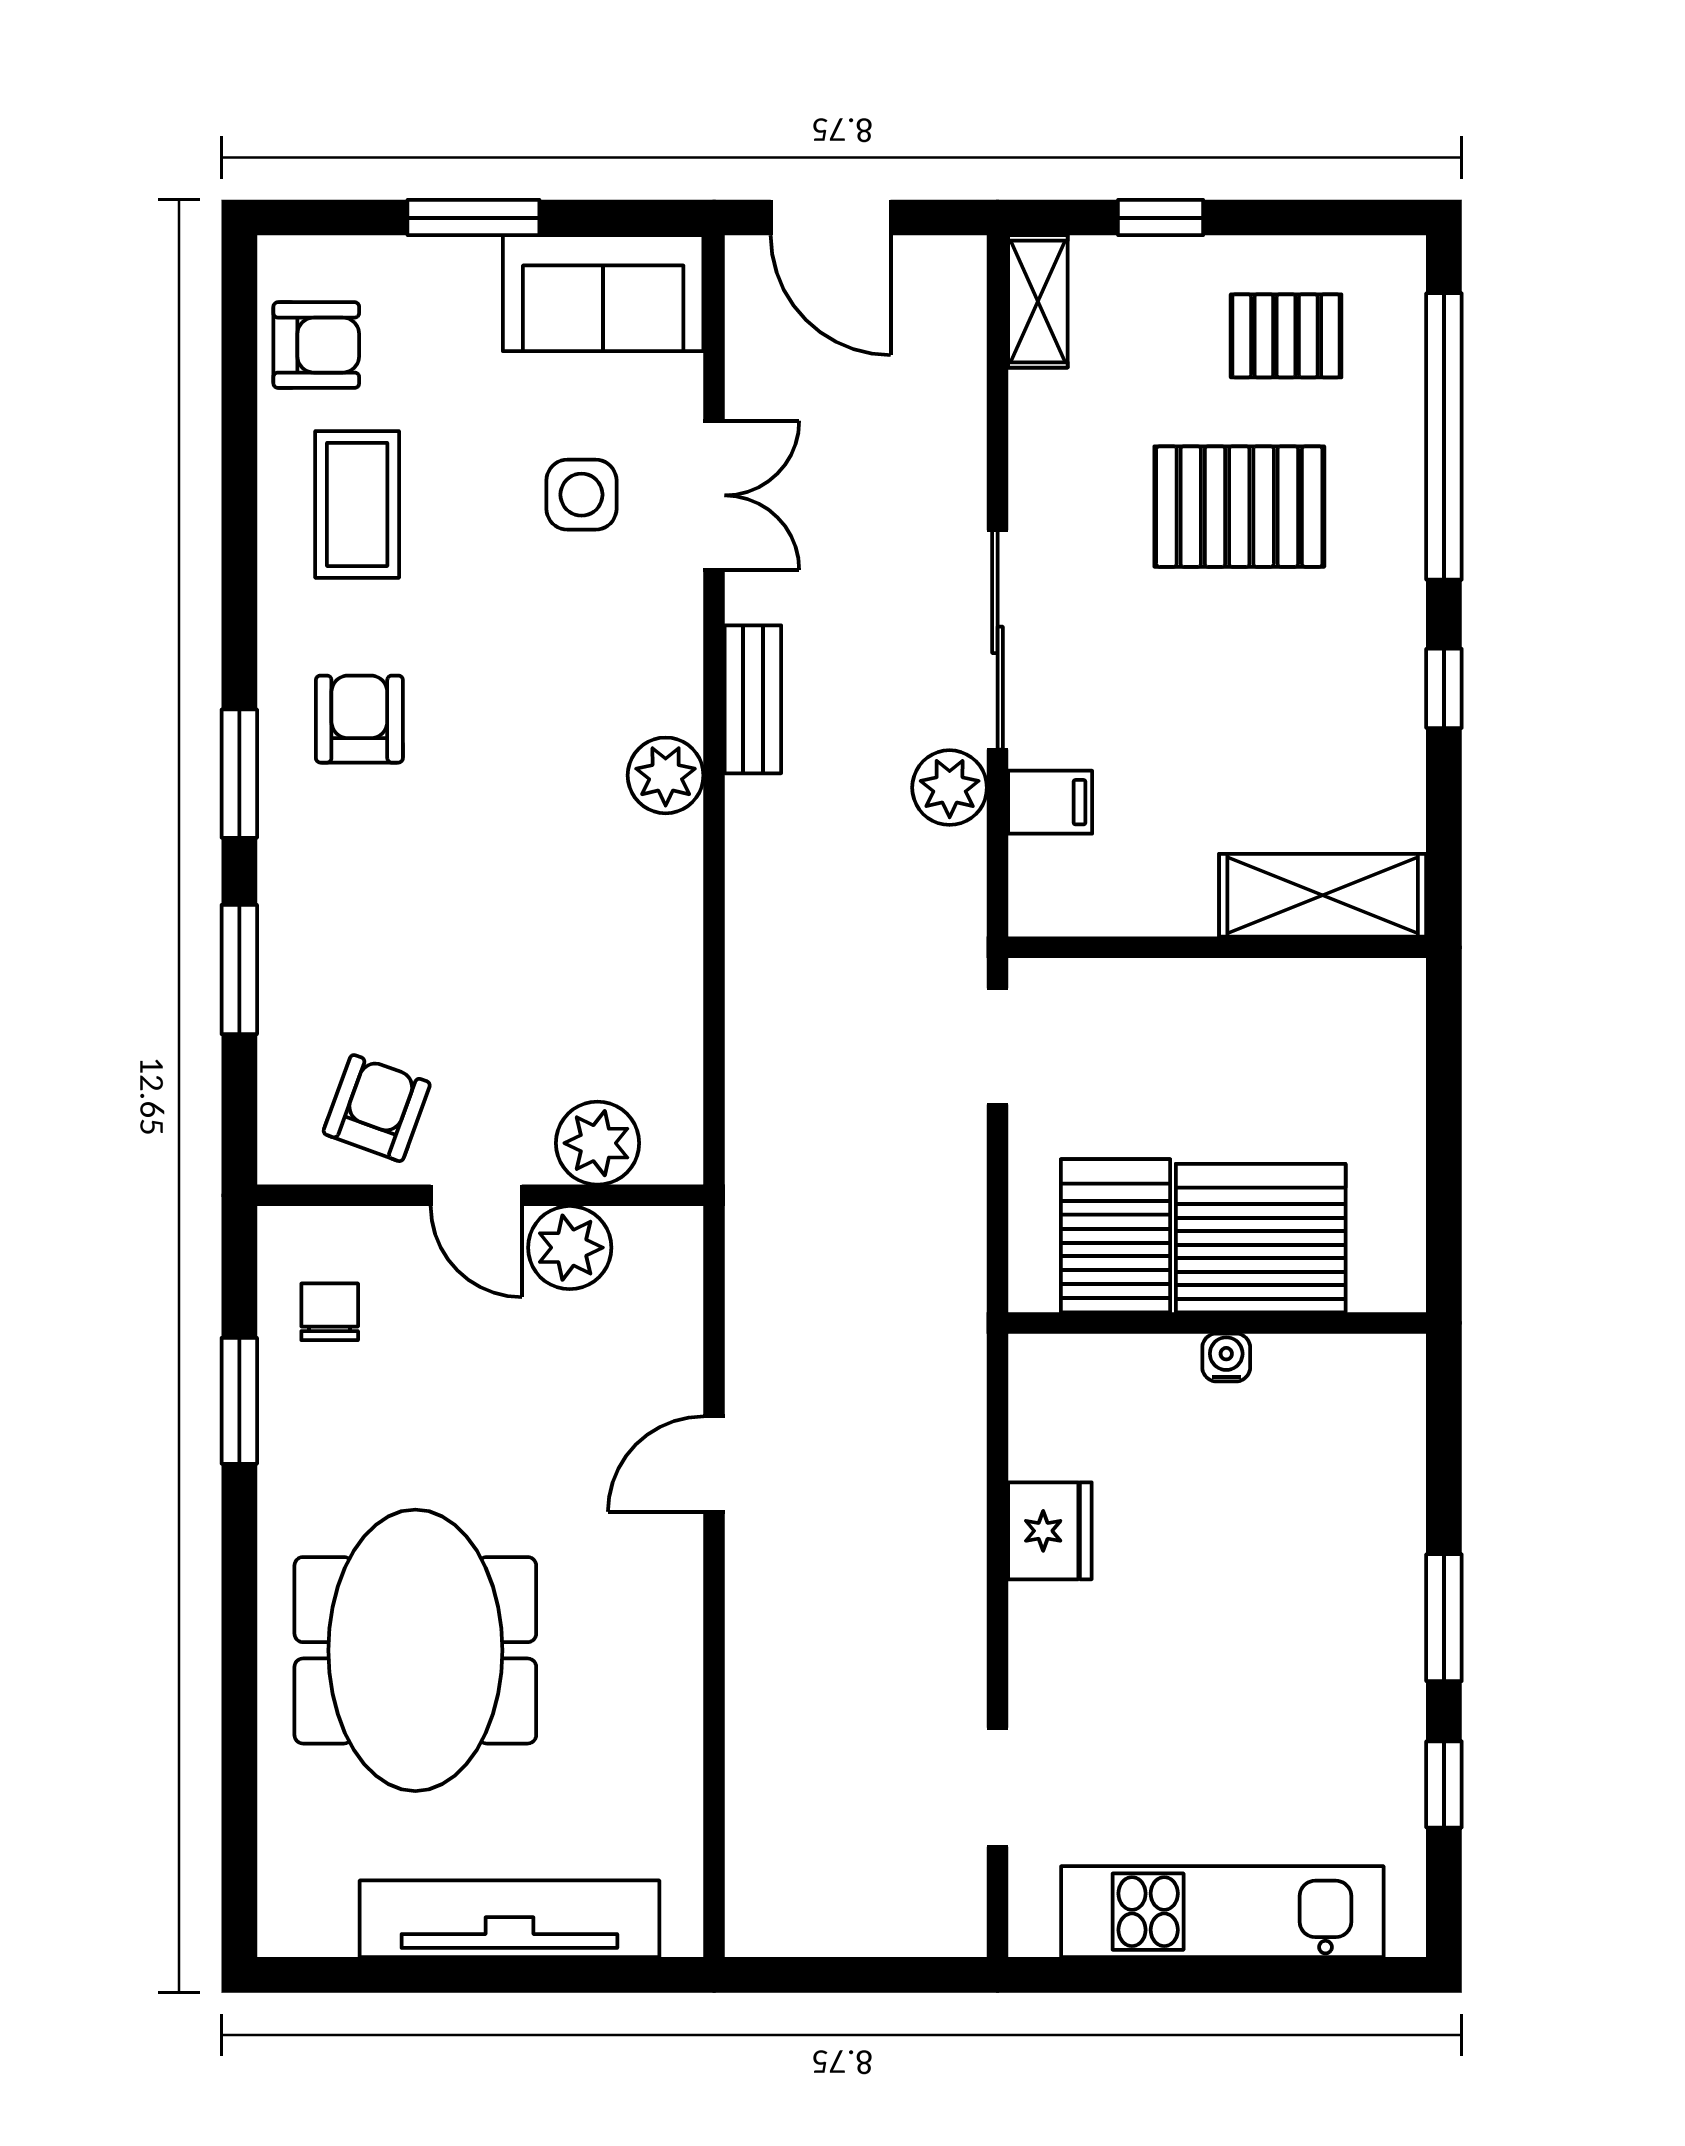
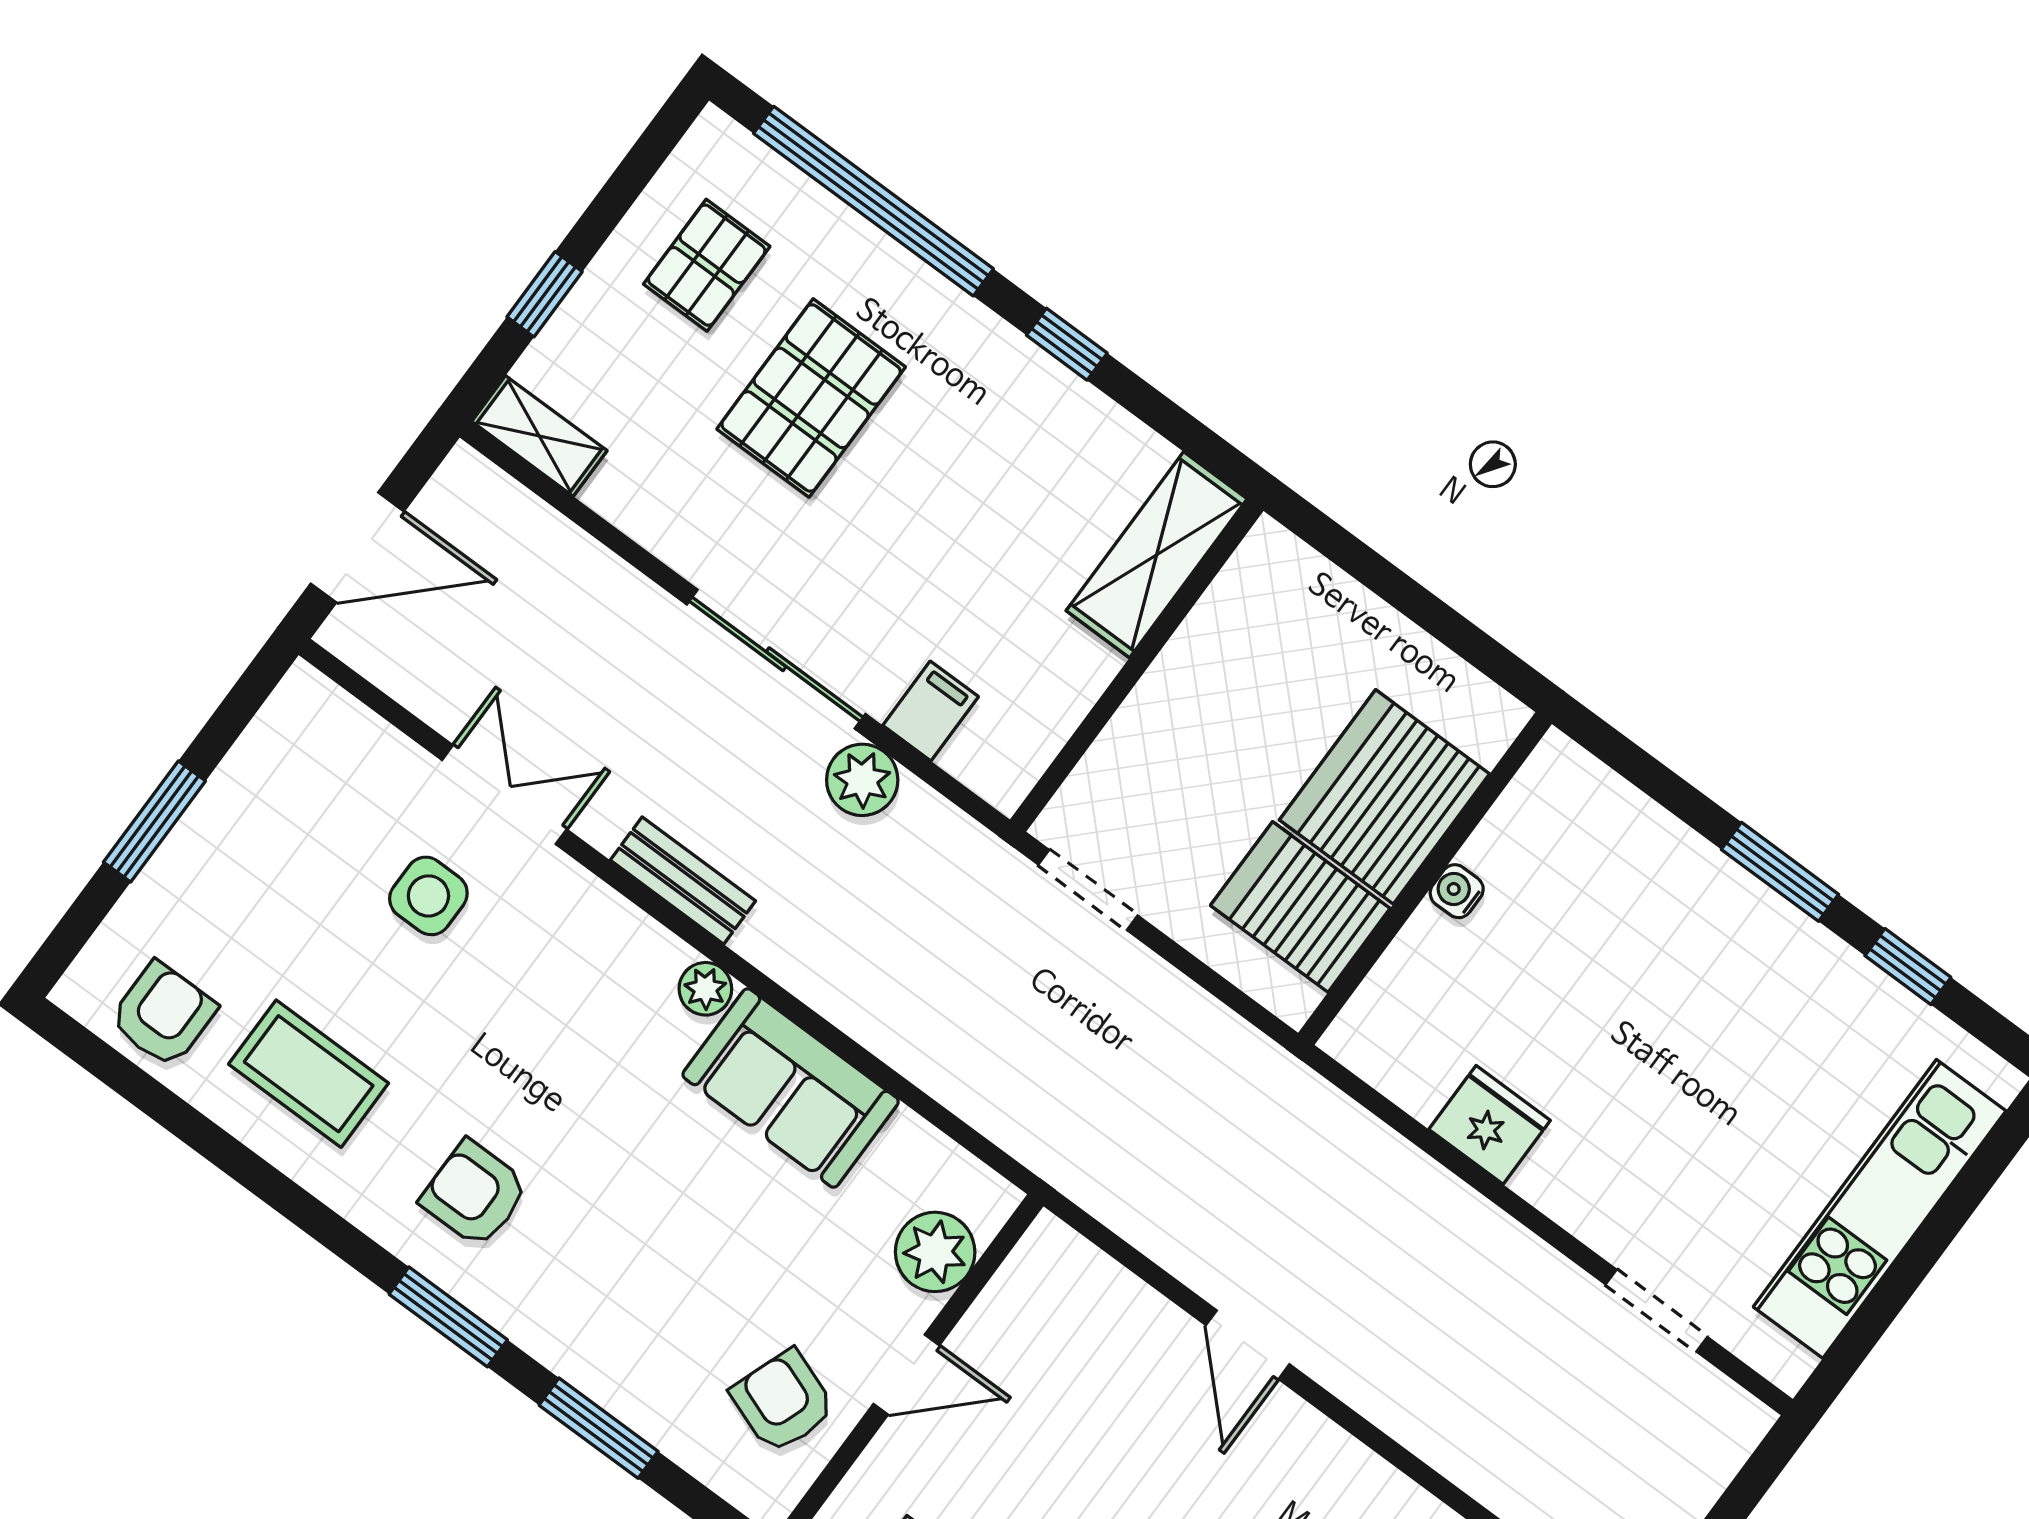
sofa: (603, 293) -> (791, 1088), moved, turned 90
plant: (666, 775) -> (705, 989), width x0.73, depth x0.73
plant: (570, 1248) -> (1000, 1333), removed

